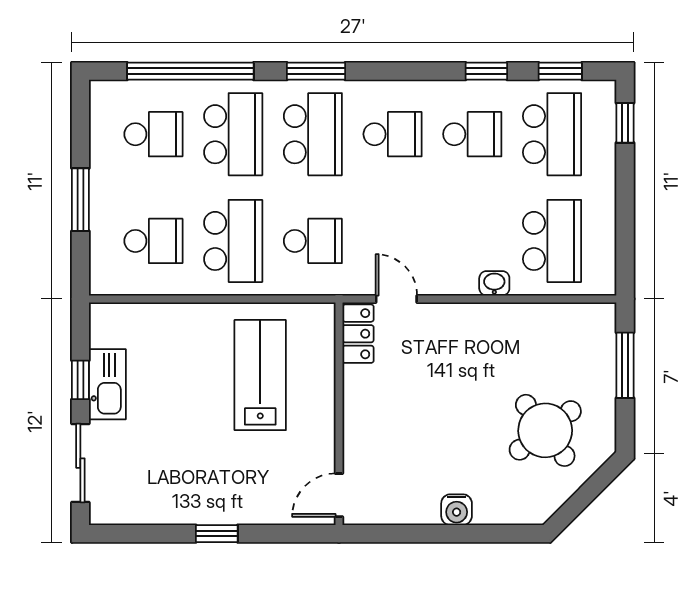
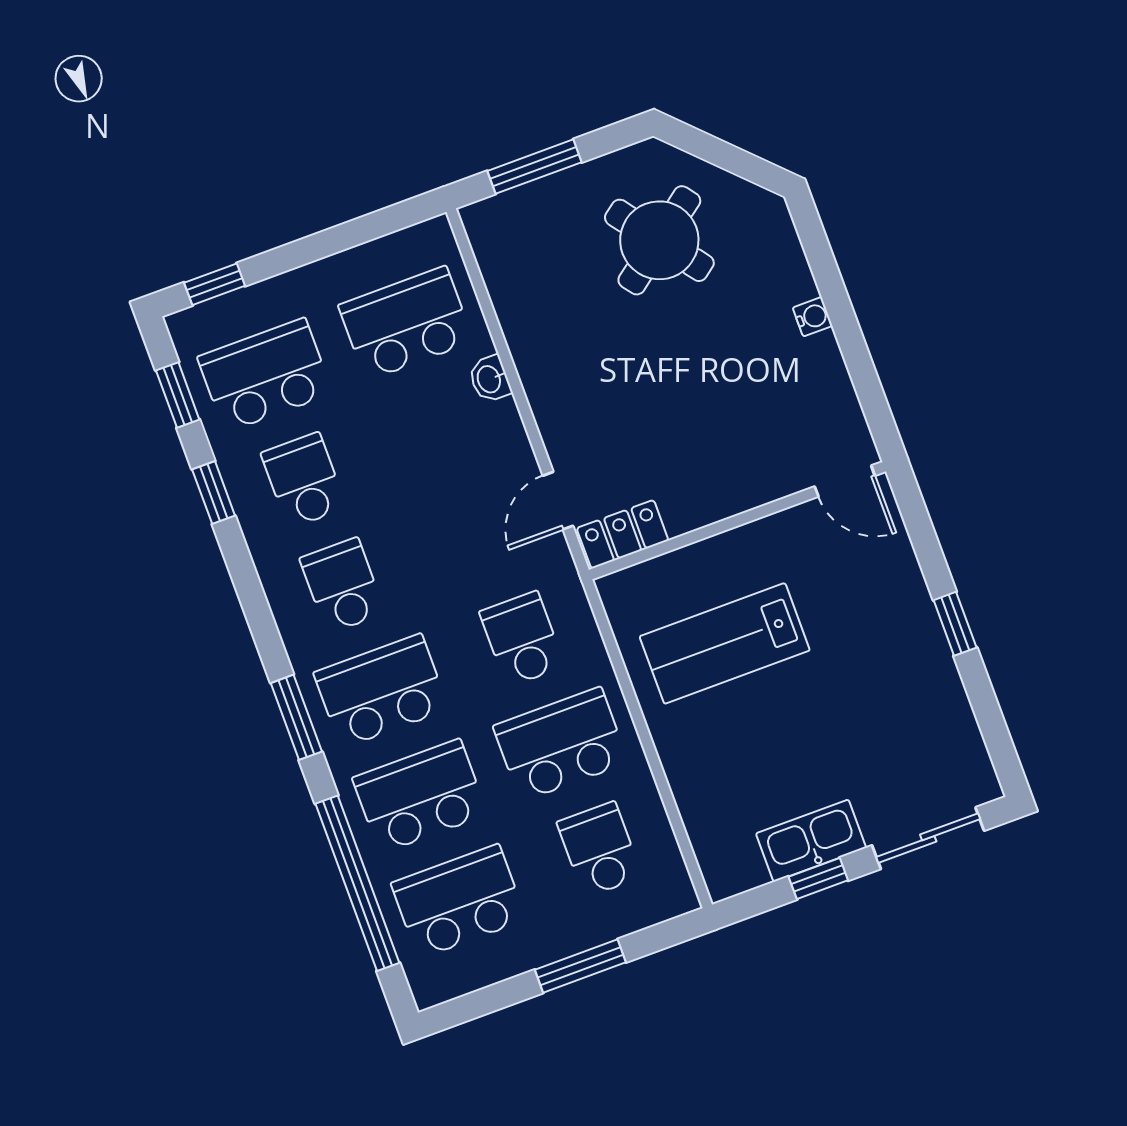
school desk: (153, 134) -> (459, 901), width x1.85
water cooler: (457, 510) -> (813, 317), width x0.72, depth x0.72

